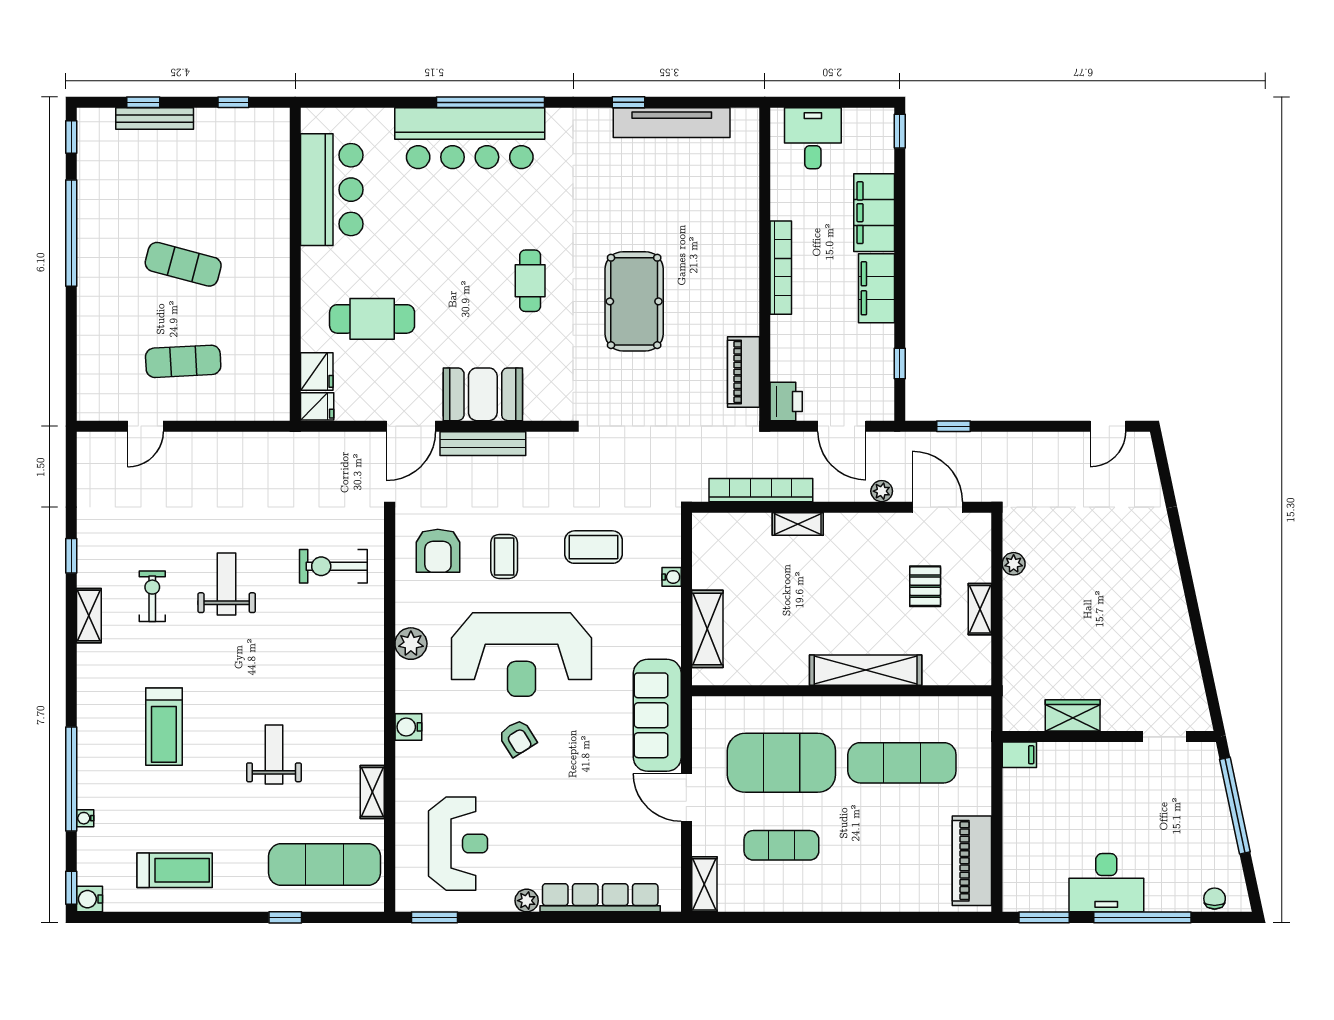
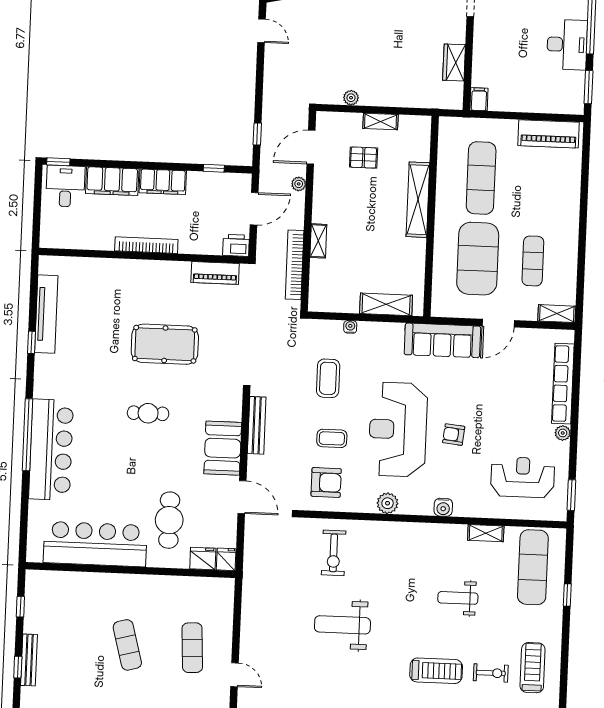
desk: (813, 138) -> (65, 186), moved, turned 90
bar counter: (332, 190) -> (95, 544), width x1.36
exercise mat: (183, 264) -> (127, 645), turned -30
bench: (483, 444) -> (257, 425), moved
weight bench: (227, 584) -> (342, 625), width x1.36, depth x1.33
exercise bike: (152, 596) -> (491, 673), moved, turned 180
reception desk: (522, 654) -> (398, 429), turned 180
armchair: (517, 738) -> (454, 435), turned -142

